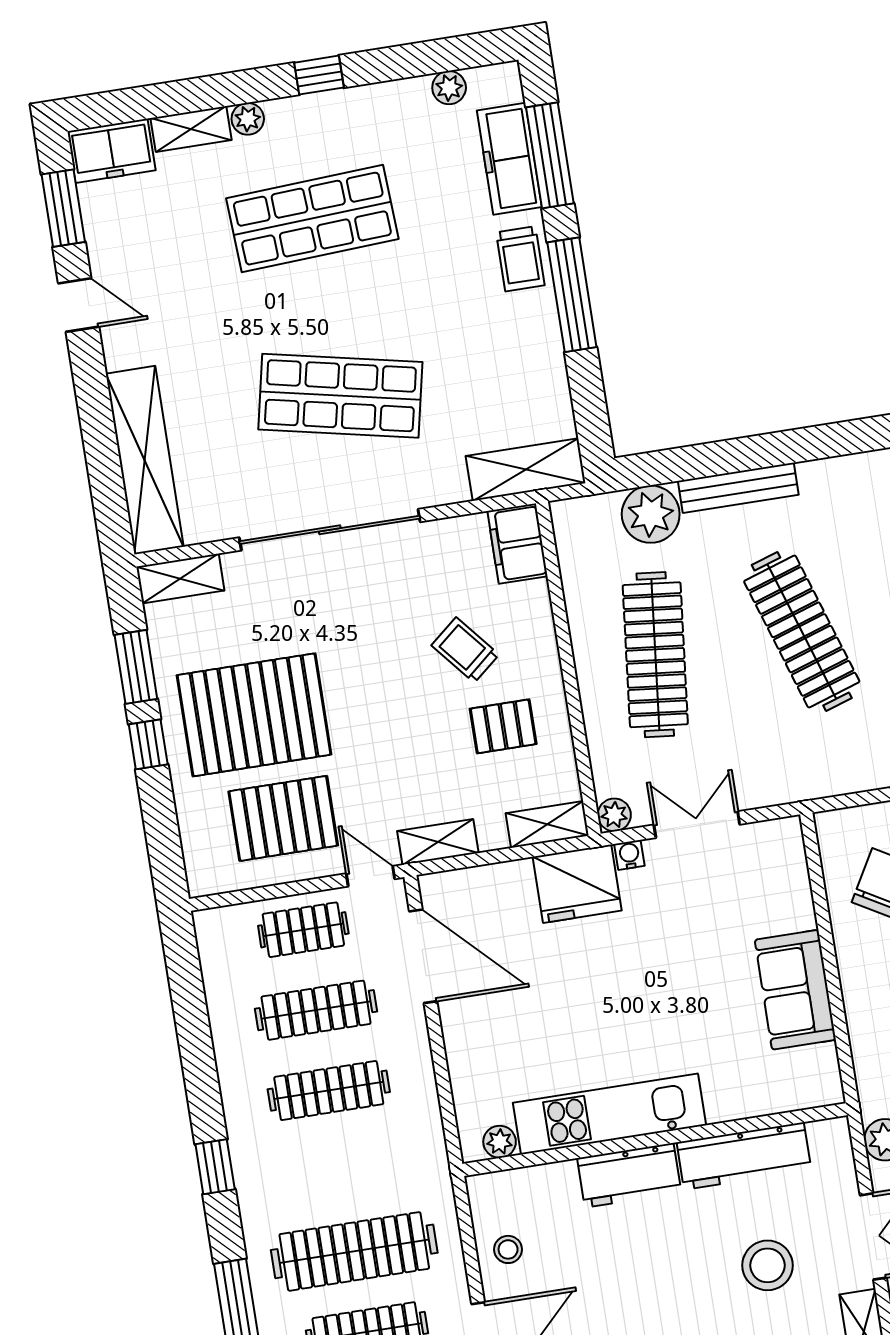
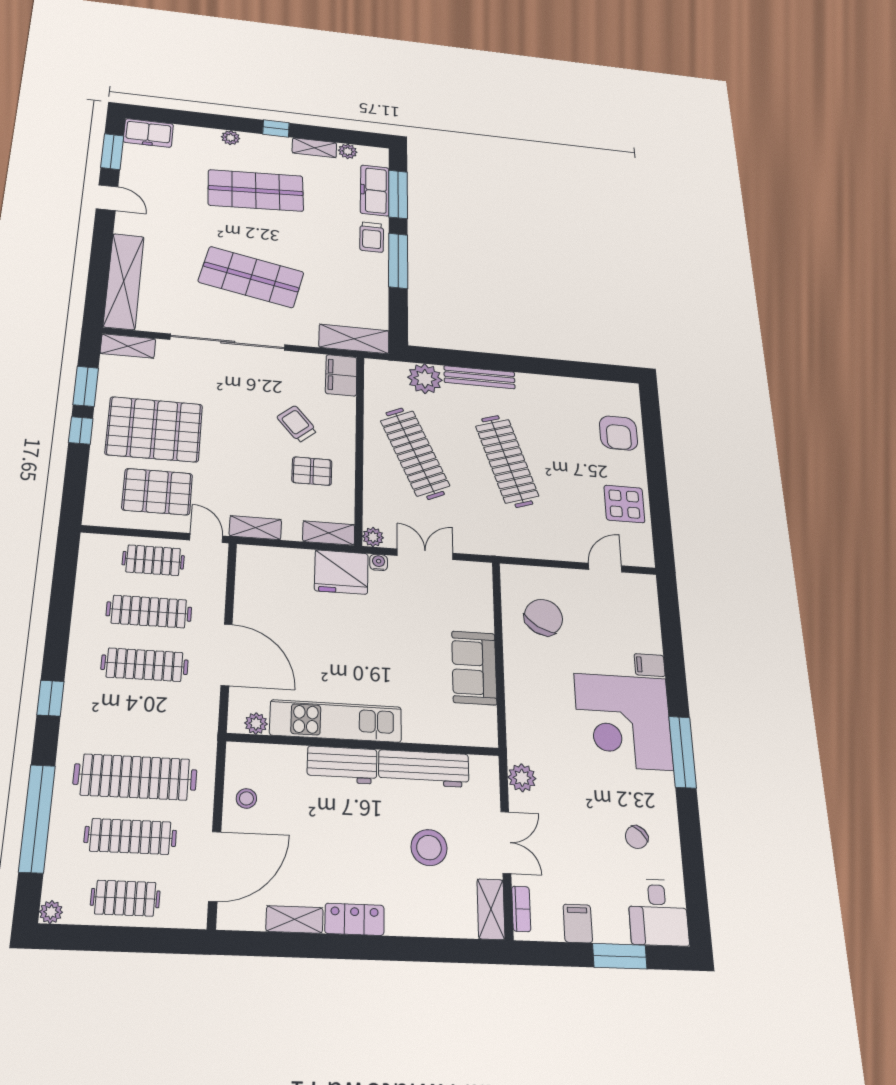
shelving: (191, 129) -> (314, 148), moved
clothes rail: (655, 655) -> (415, 453), turned -30
door: (423, 956) -> (227, 655), moved

